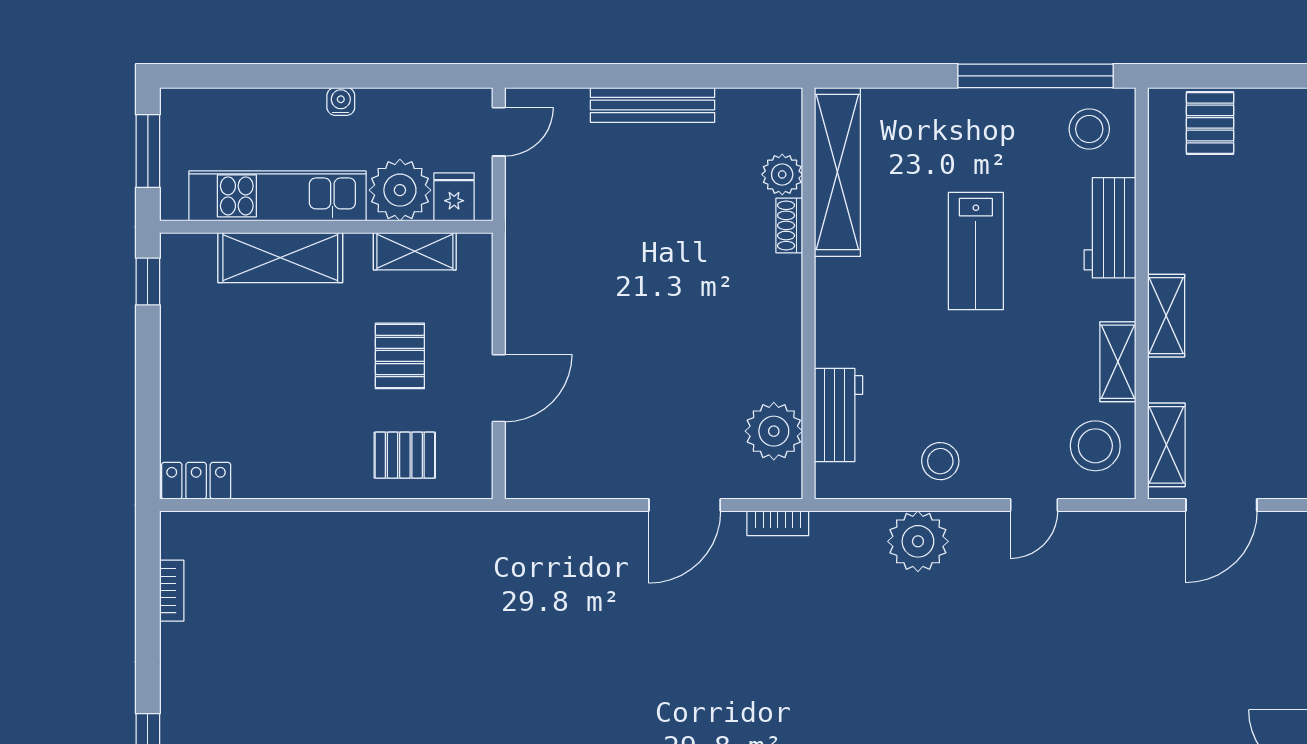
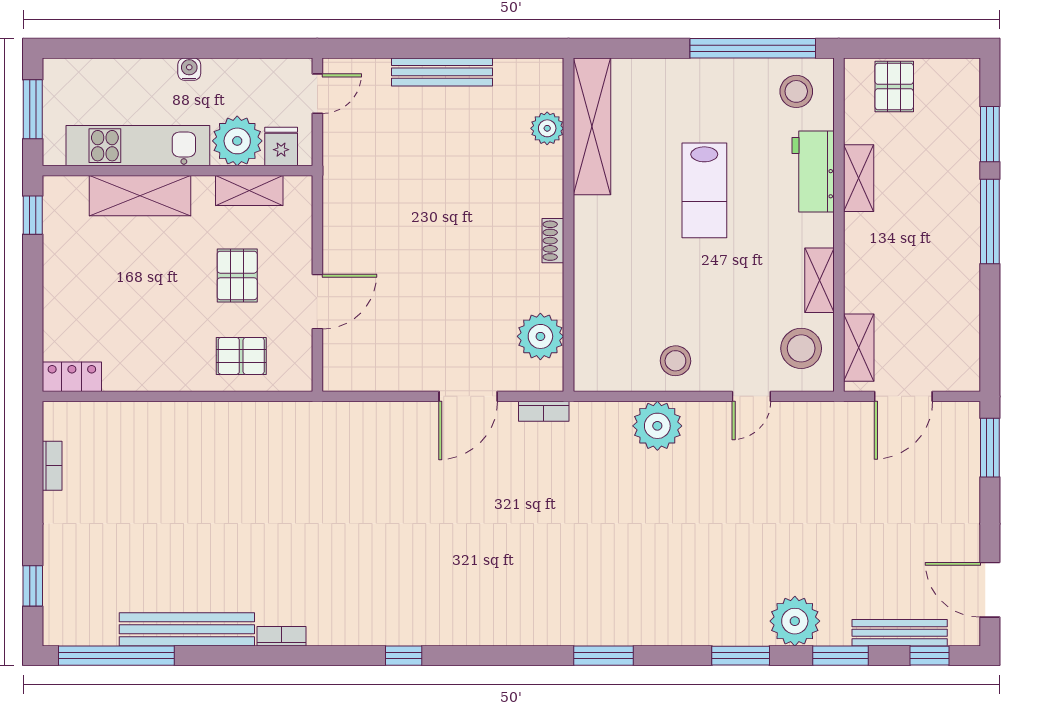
shoe rack: (789, 225) -> (553, 241), moved
shelving: (1166, 316) -> (859, 178), moved
workbench: (838, 415) -> (593, 323), removed

